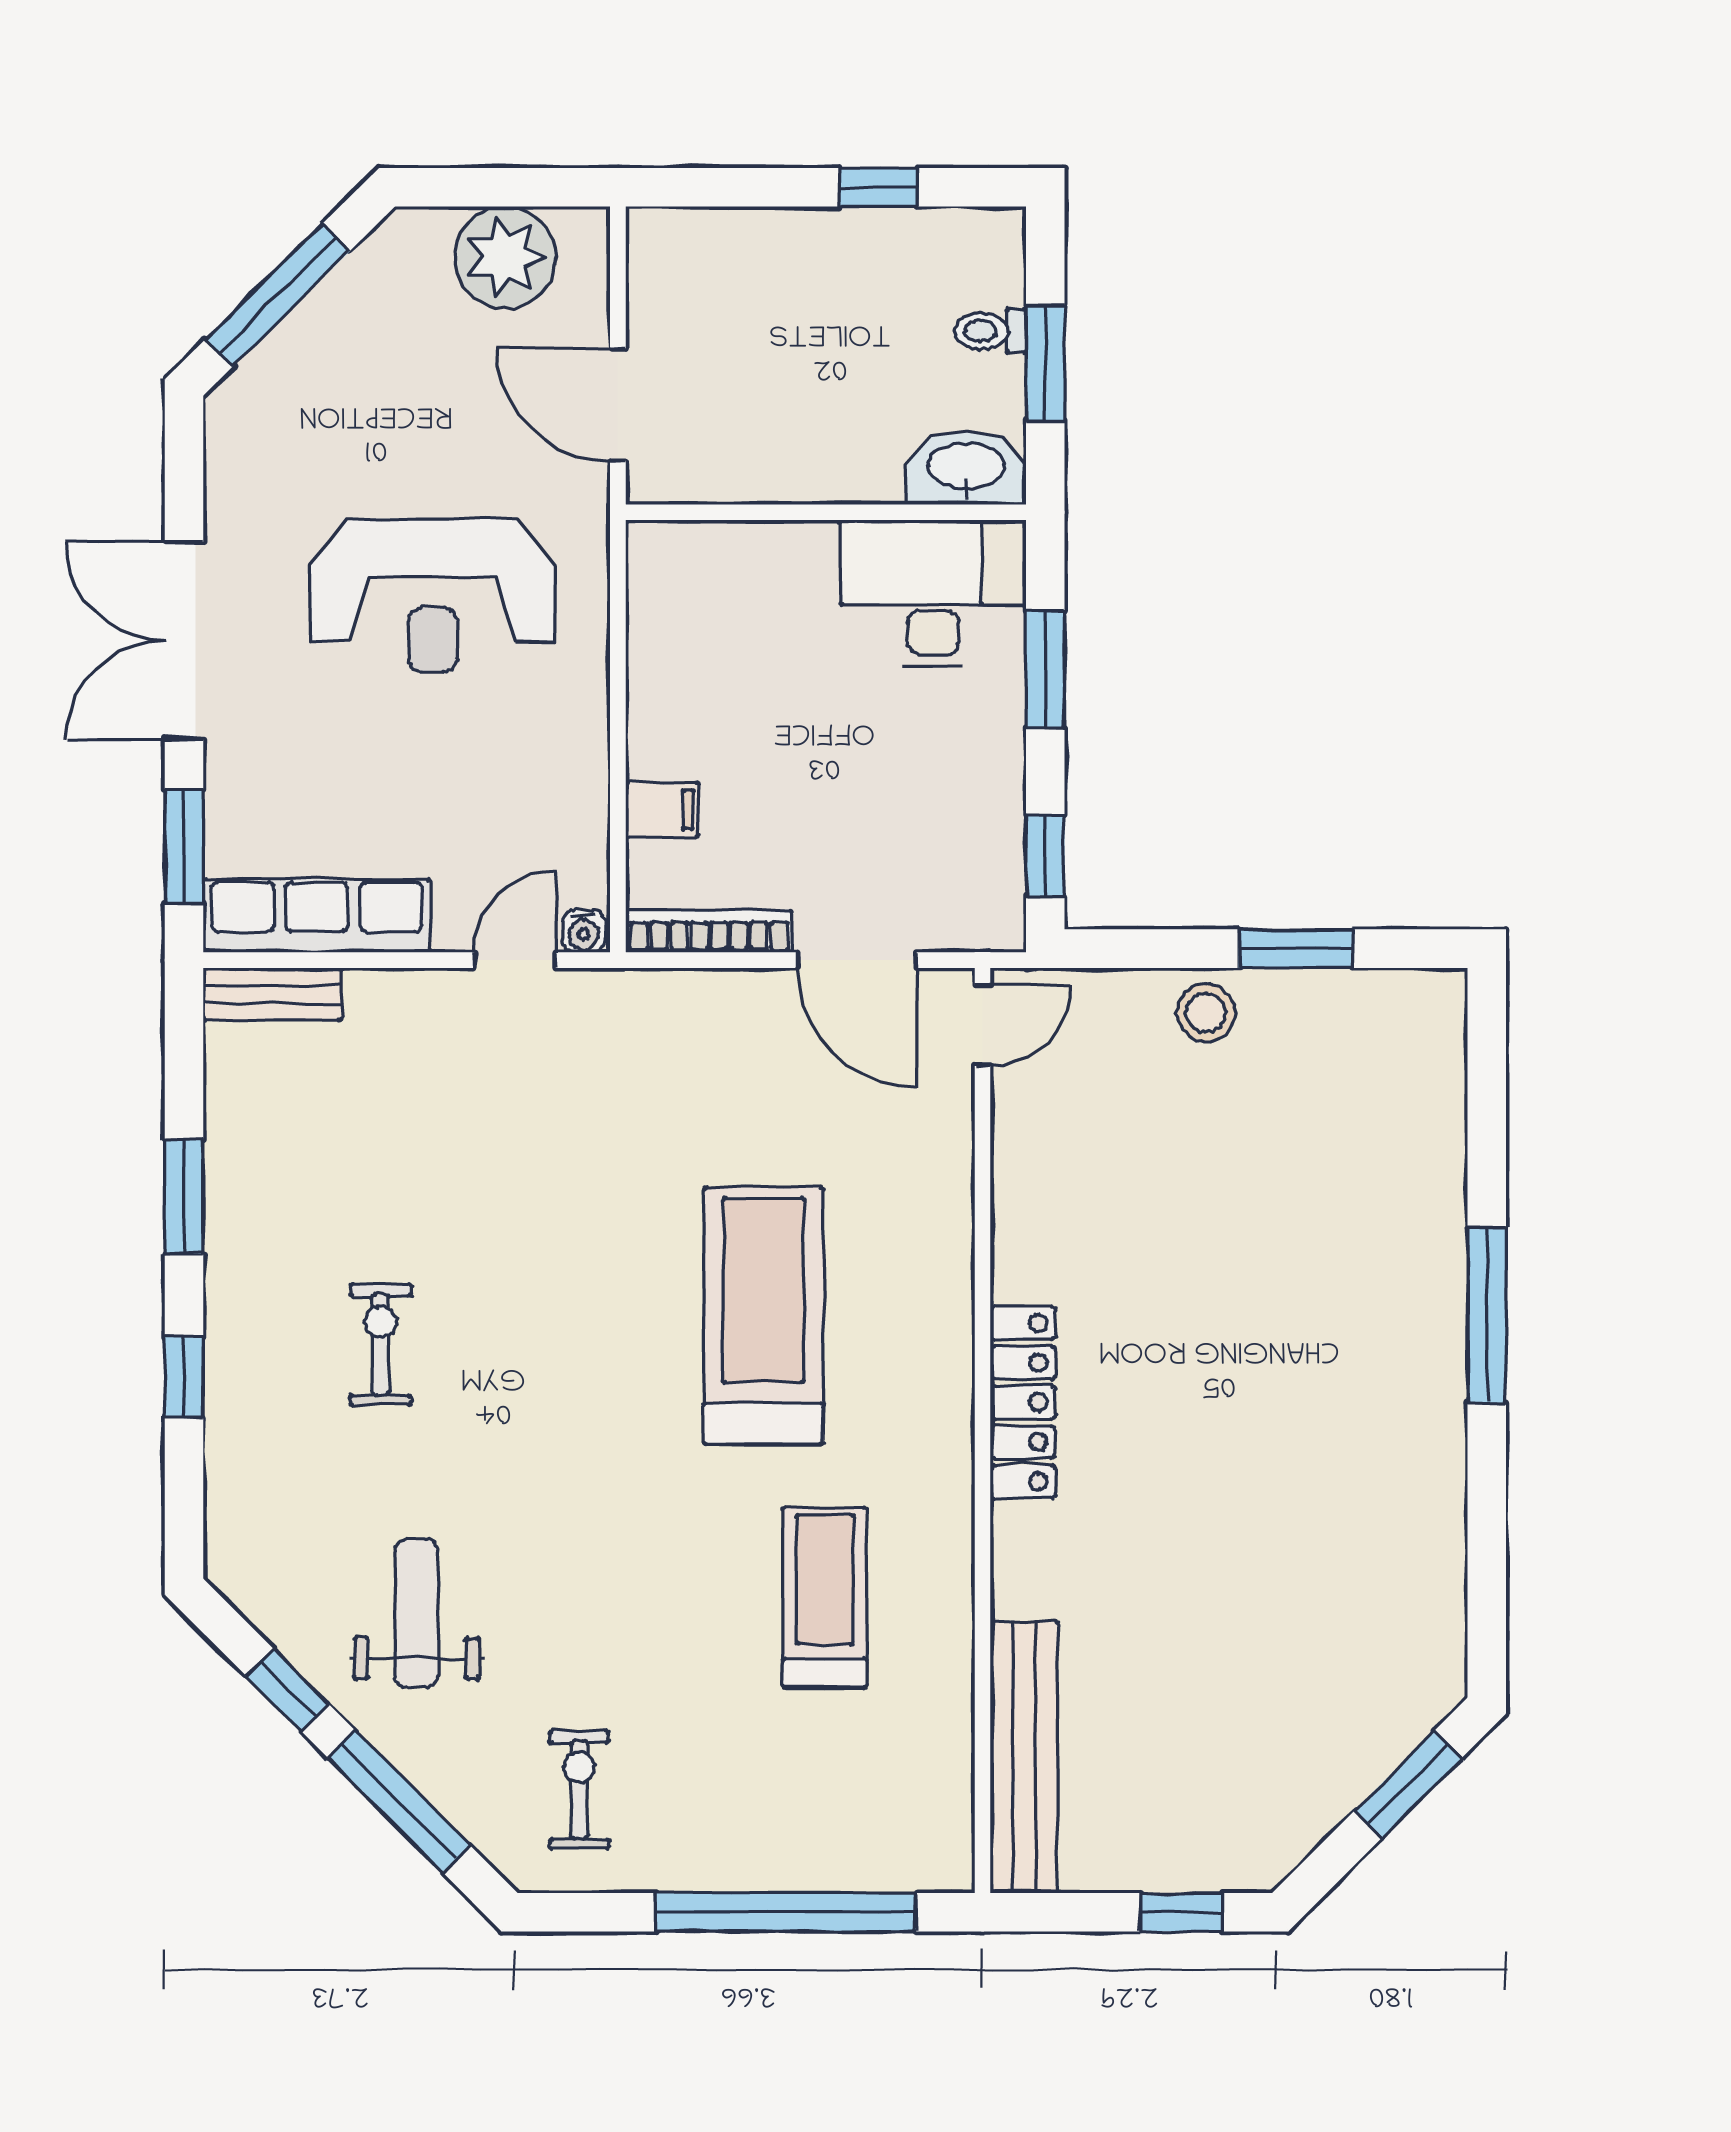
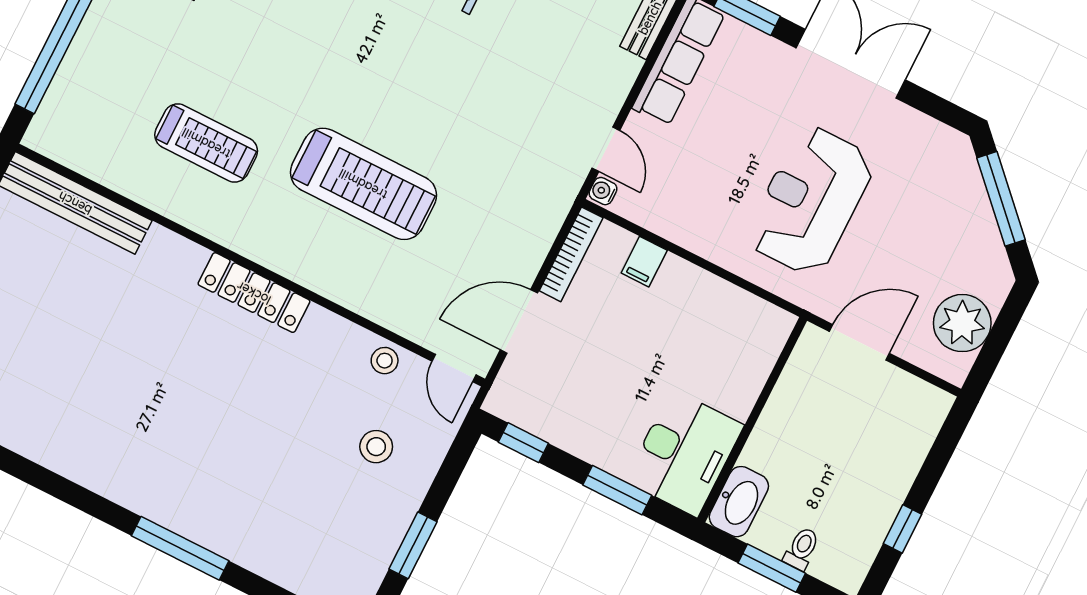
stool: (1206, 1013) -> (376, 447), moved
stool: (1026, 1141) -> (385, 361), added

